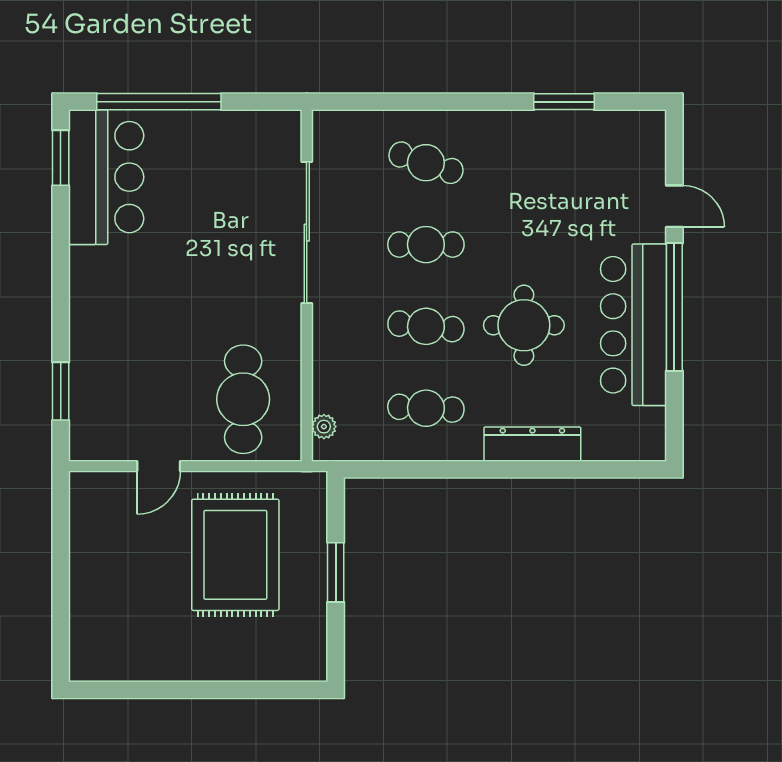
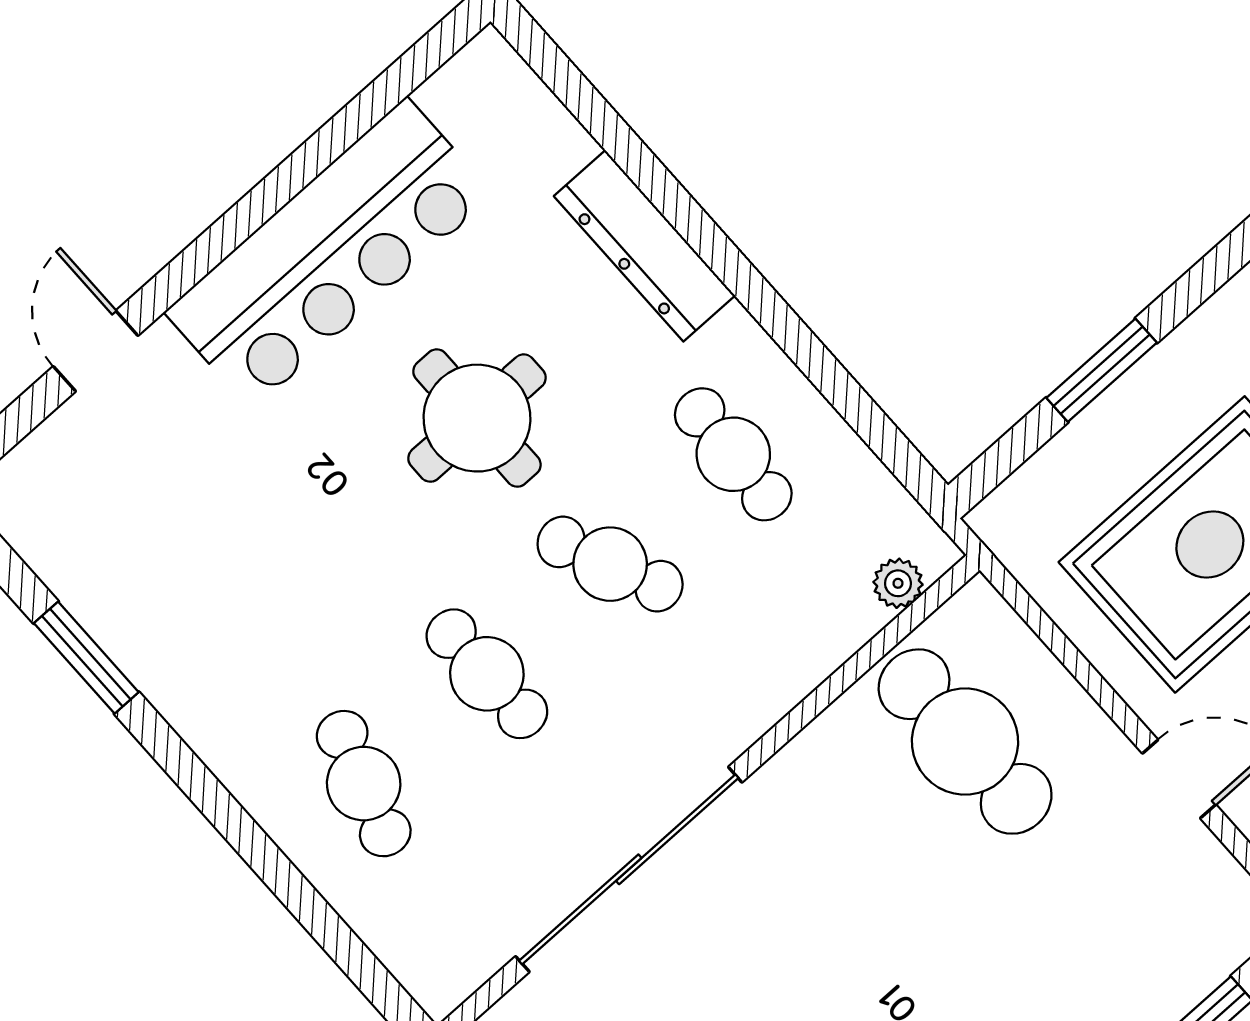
window: (674, 307) -> (247, 216), removed
cafe table: (426, 326) -> (610, 564), turned -30
cafe table: (243, 399) -> (965, 742), turned 90

